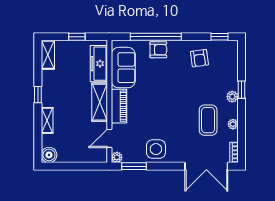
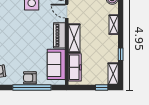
window: (77, 37) -> (102, 88), moved
window: (38, 95) -> (121, 54), moved
door: (109, 138) -> (67, 11), swing flipped

